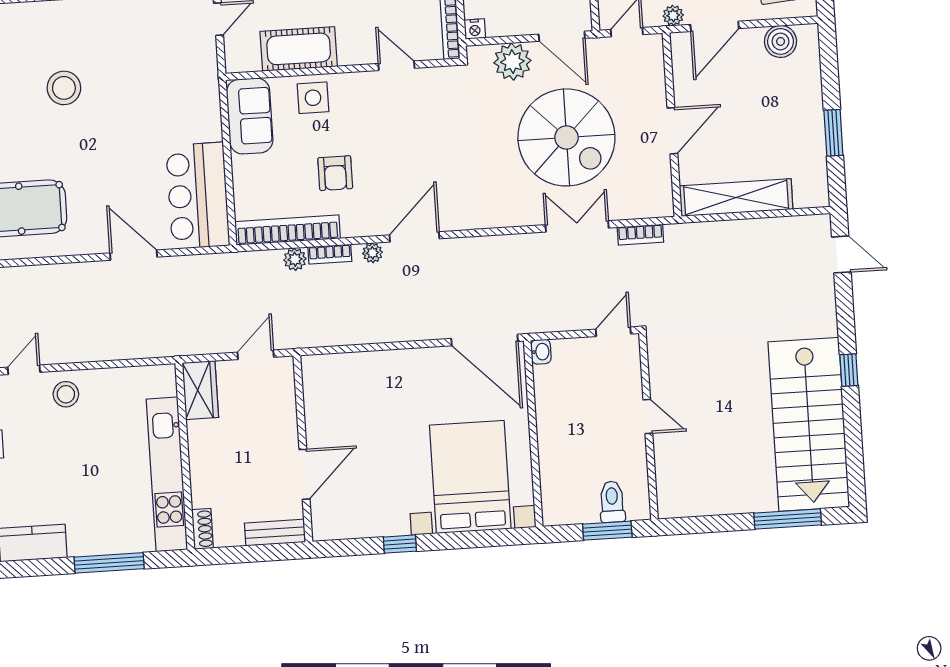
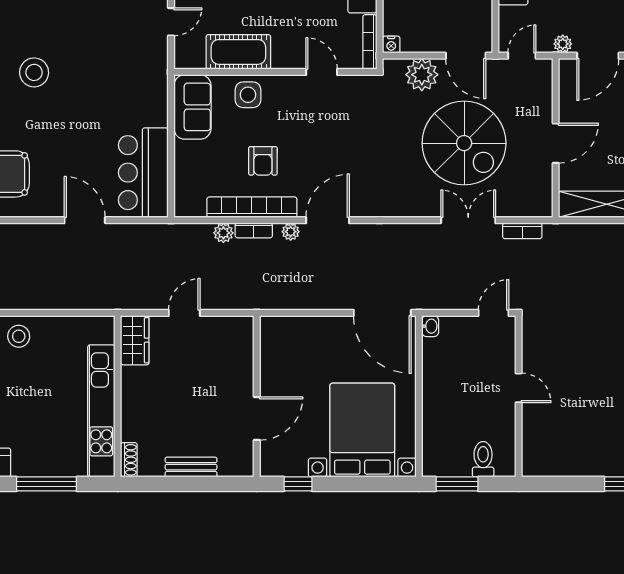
bookcase: (288, 230) -> (252, 207), moved
wall: (303, 449) -> (257, 396), moved
door: (304, 474) -> (257, 419), moved
window: (607, 531) -> (457, 484), moved

